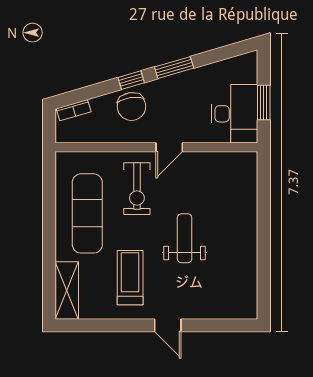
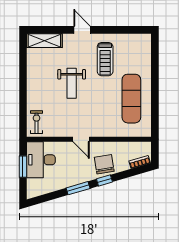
door: (169, 147) -> (81, 139), swing flipped
exercise bike: (137, 189) -> (37, 122), moved, width x0.73, depth x0.72
shelving: (67, 290) -> (44, 41), moved, turned 90

